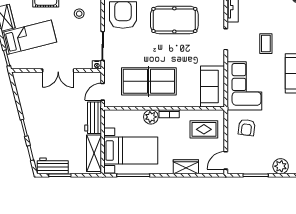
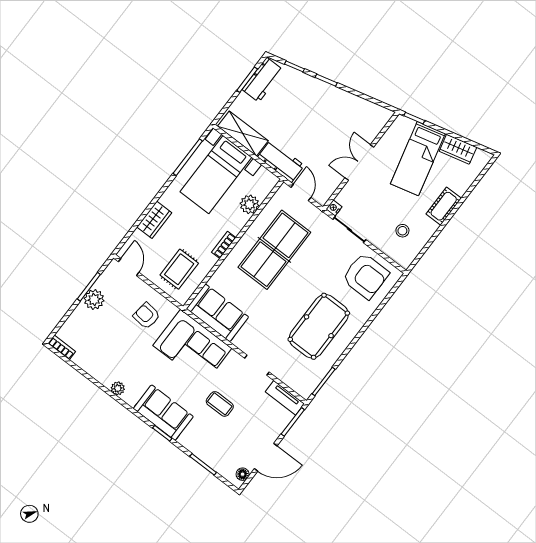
plant: (151, 117) -> (249, 204), moved
plant: (281, 166) -> (94, 300), moved

